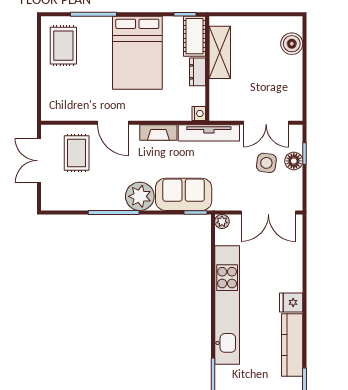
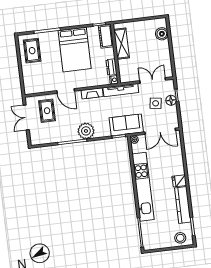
dresser: (198, 72) -> (112, 67), moved
double door: (266, 123) -> (153, 80), swing flipped
sofa: (184, 194) -> (126, 125), moved

